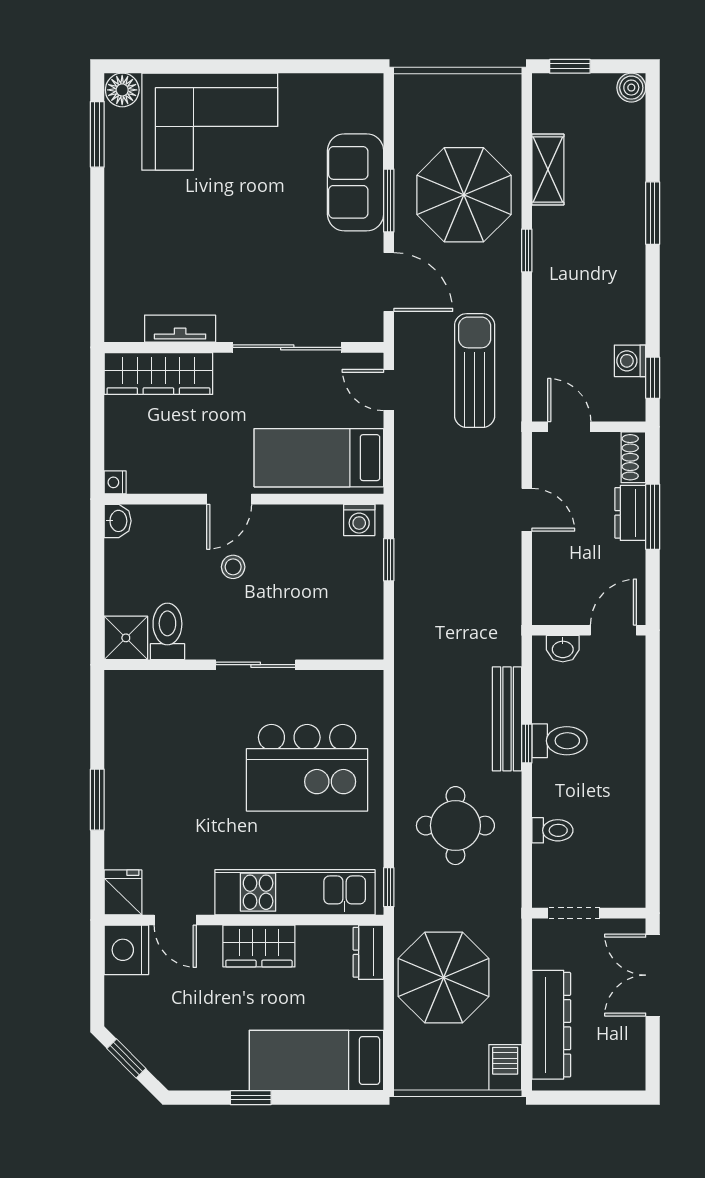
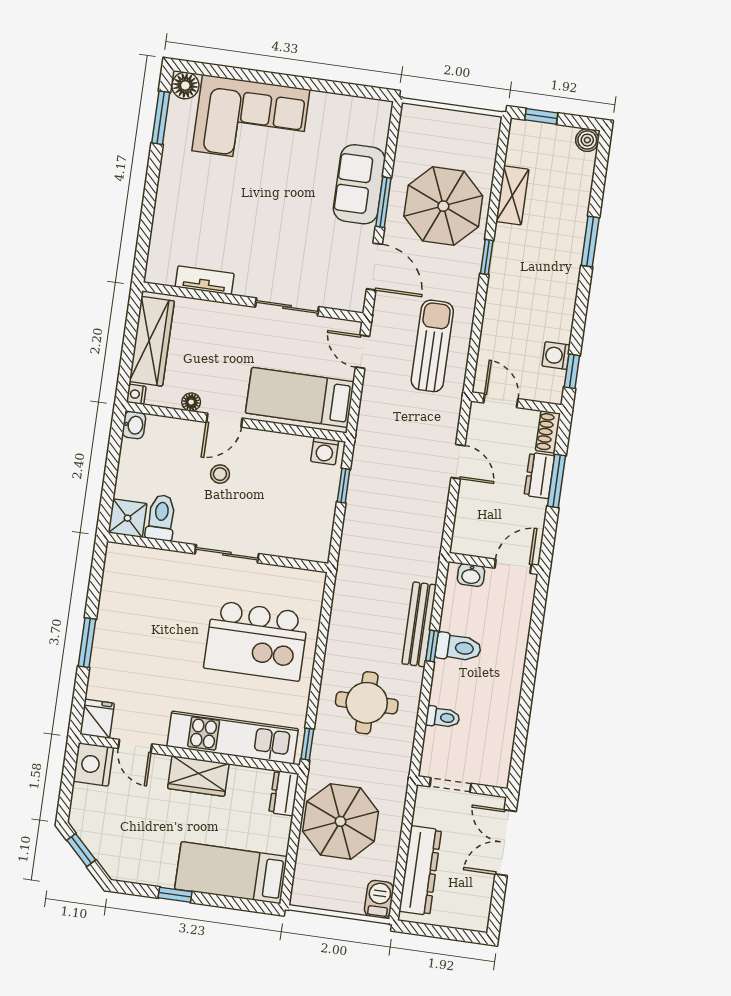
sliding door: (287, 347) -> (287, 307), width x0.73
wardrobe: (158, 374) -> (152, 341), moved, turned -90
floor lamp: (185, 482) -> (191, 402), added

